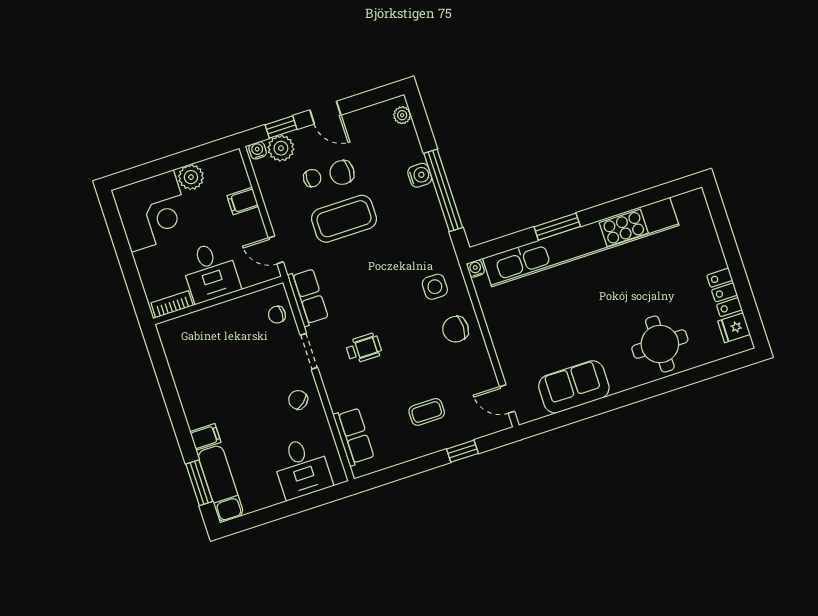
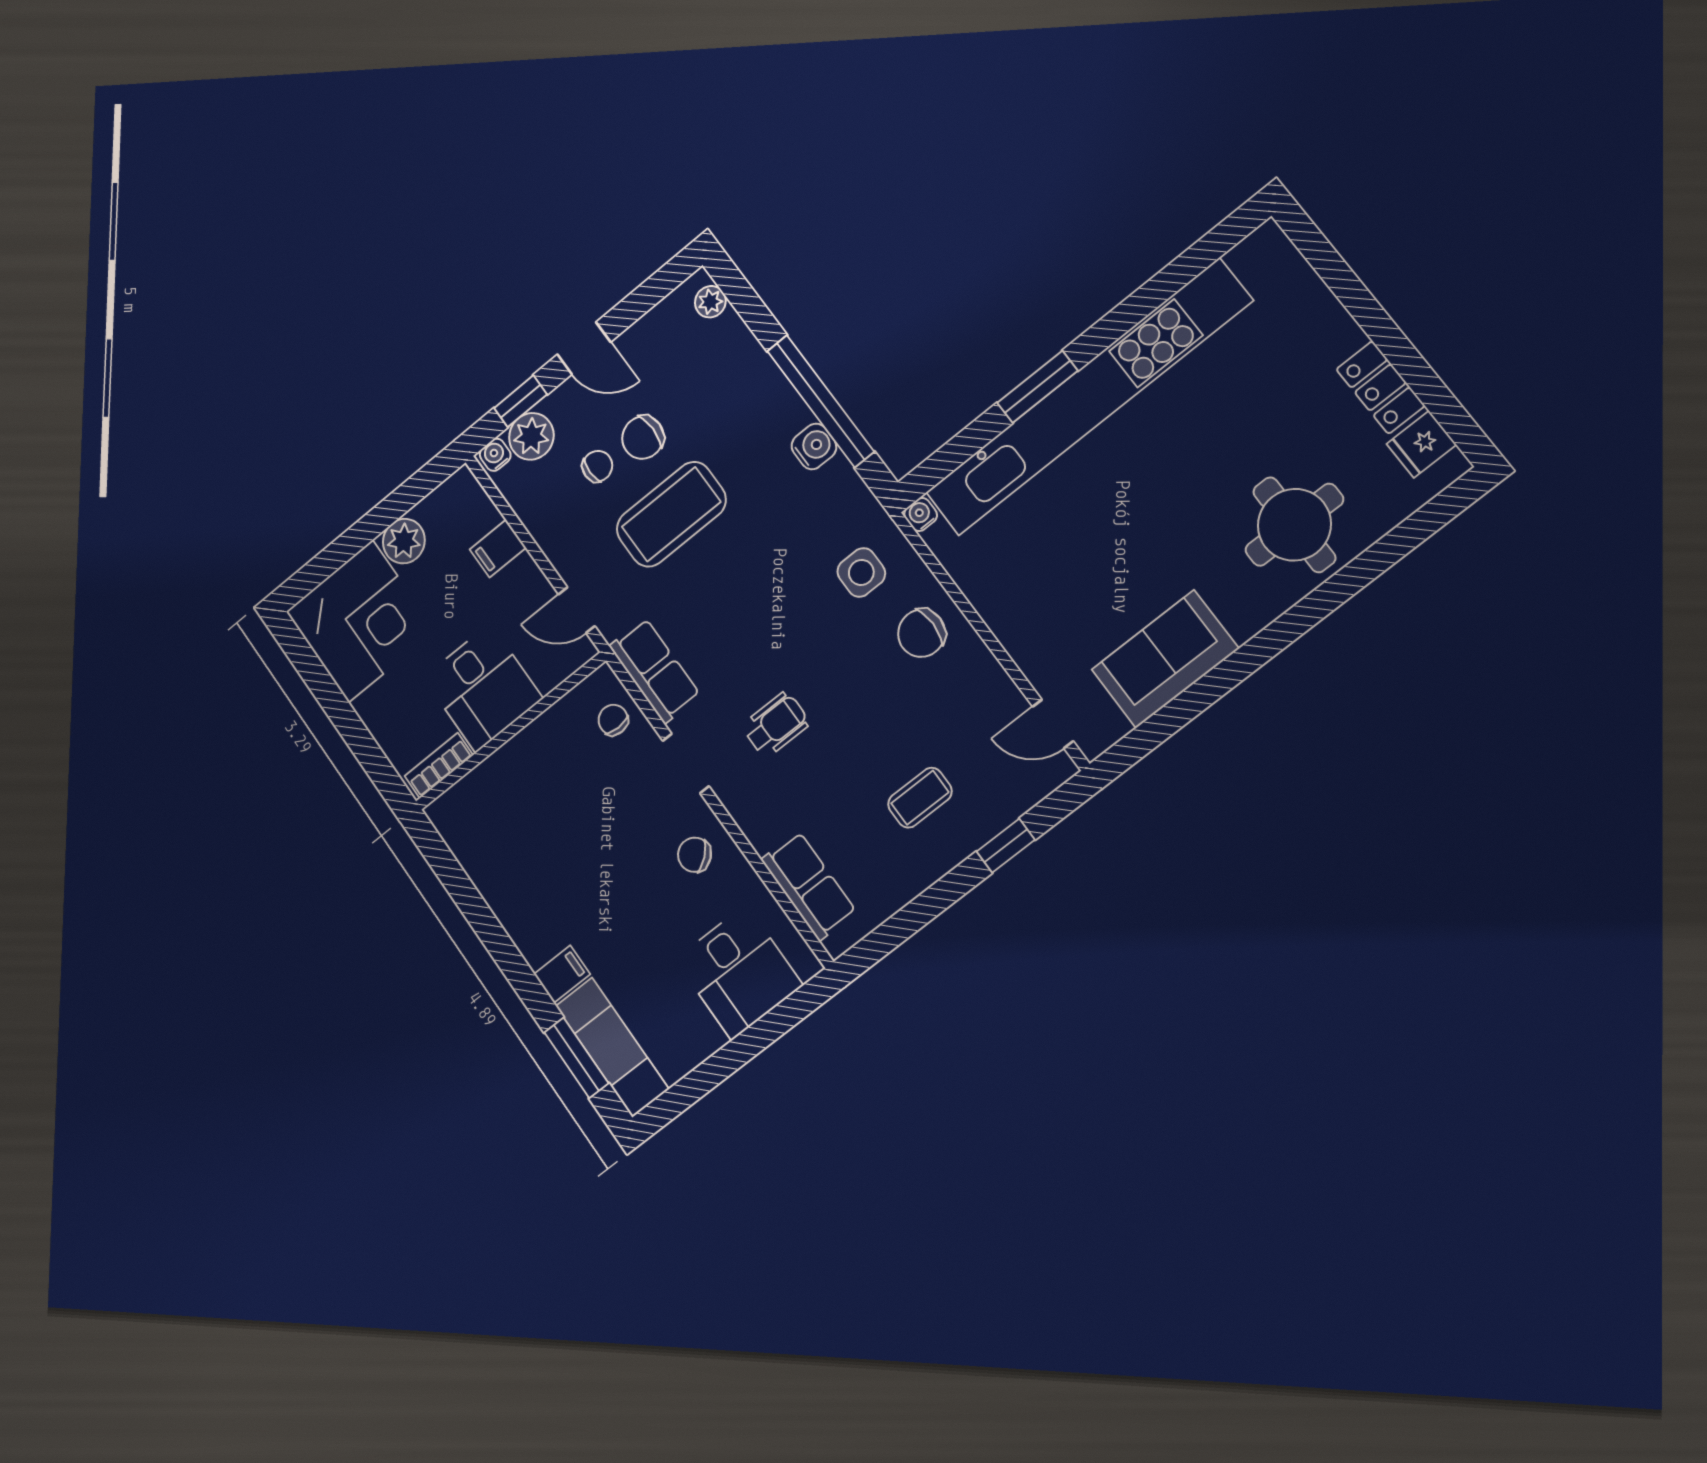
water cooler: (420, 175) -> (814, 446), moved
chair: (277, 315) -> (613, 720), turned 90

